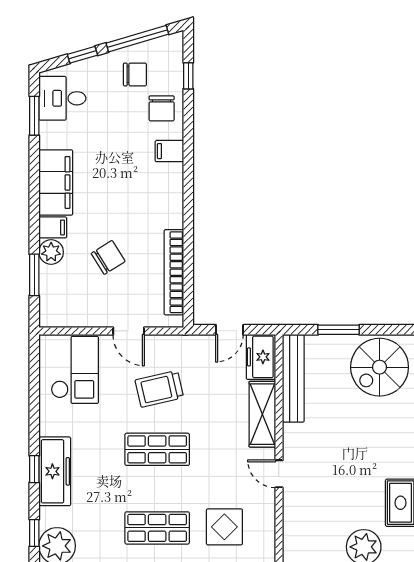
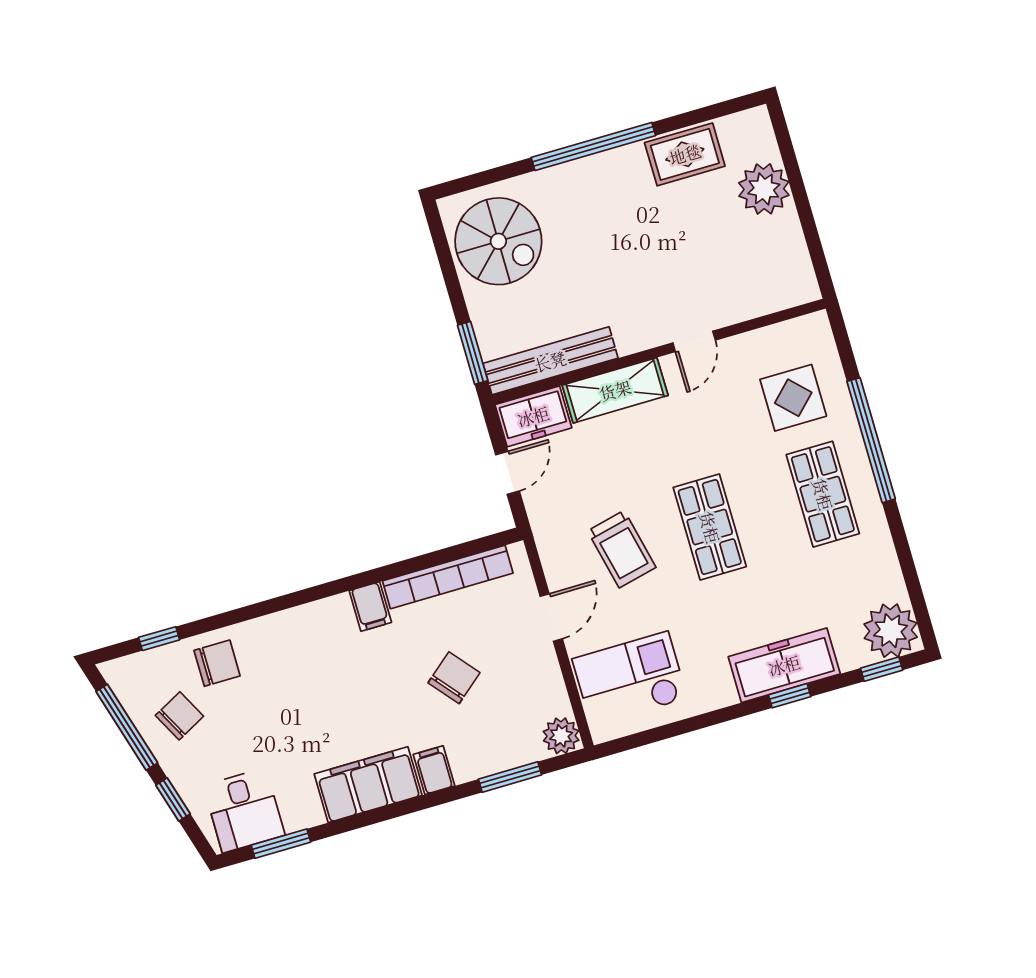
chair: (135, 74) -> (179, 716), turned 62
filing cabinet: (169, 151) -> (370, 607), moved
plant: (51, 252) -> (561, 736), moved
chair: (108, 257) -> (454, 678), turned 82
door: (229, 330) -> (507, 473), hinge flipped
window: (339, 330) -> (473, 353), moved

